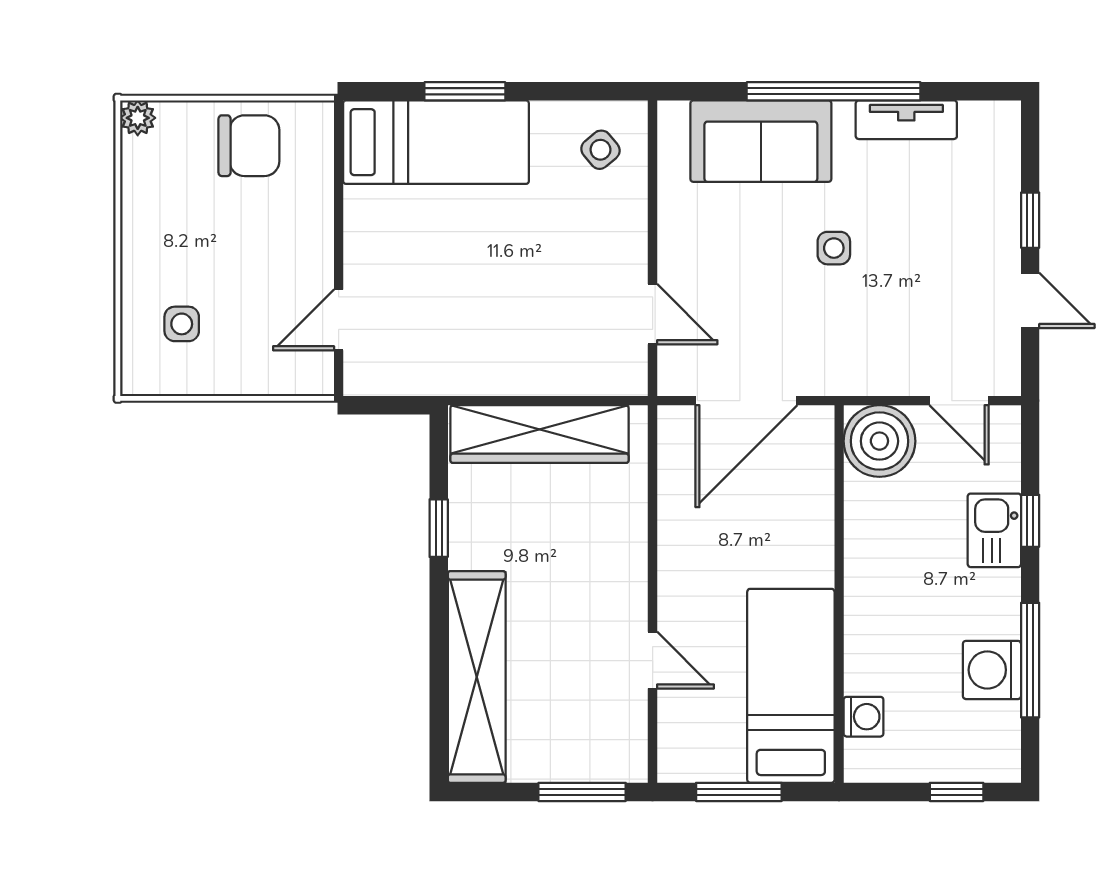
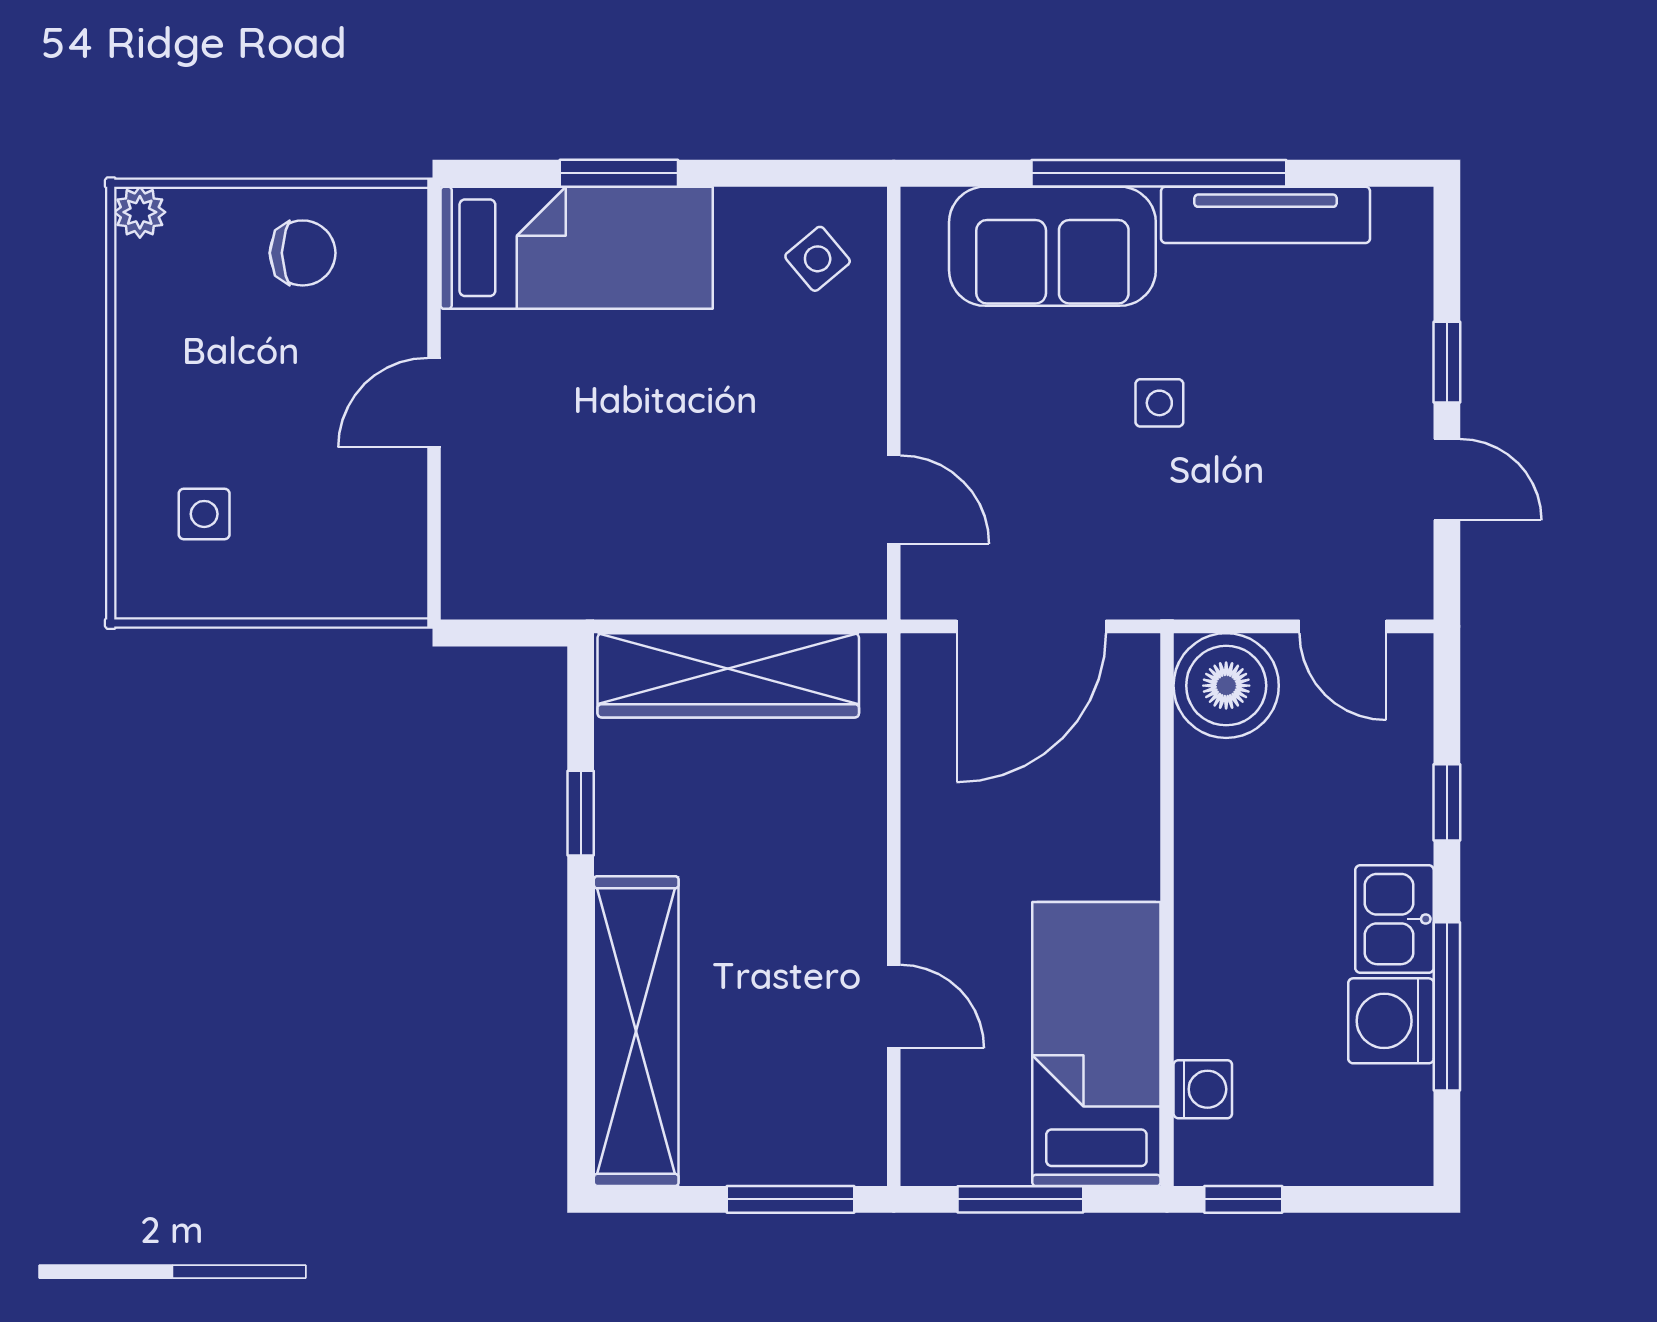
tv unit: (906, 120) -> (1266, 215), width x1.41
chair: (249, 146) -> (303, 253), width x0.73, depth x0.73
door: (339, 320) -> (434, 403), moved
kitchen sink: (994, 530) -> (1394, 919), moved
window: (957, 792) -> (1243, 1199), moved

